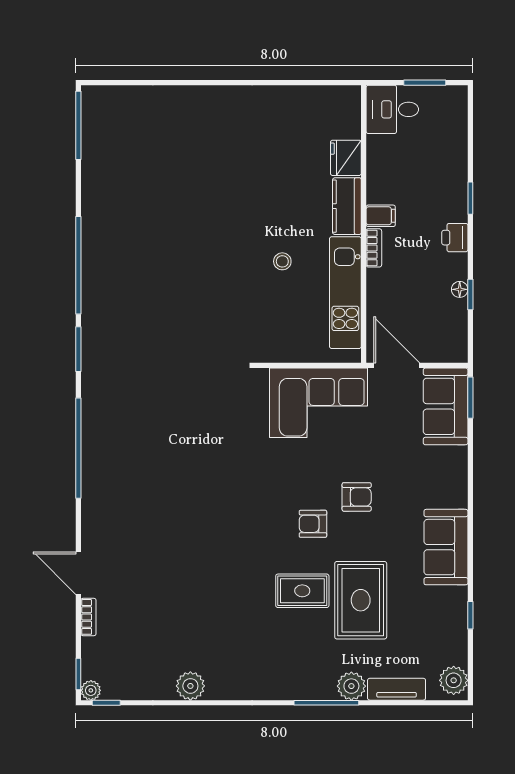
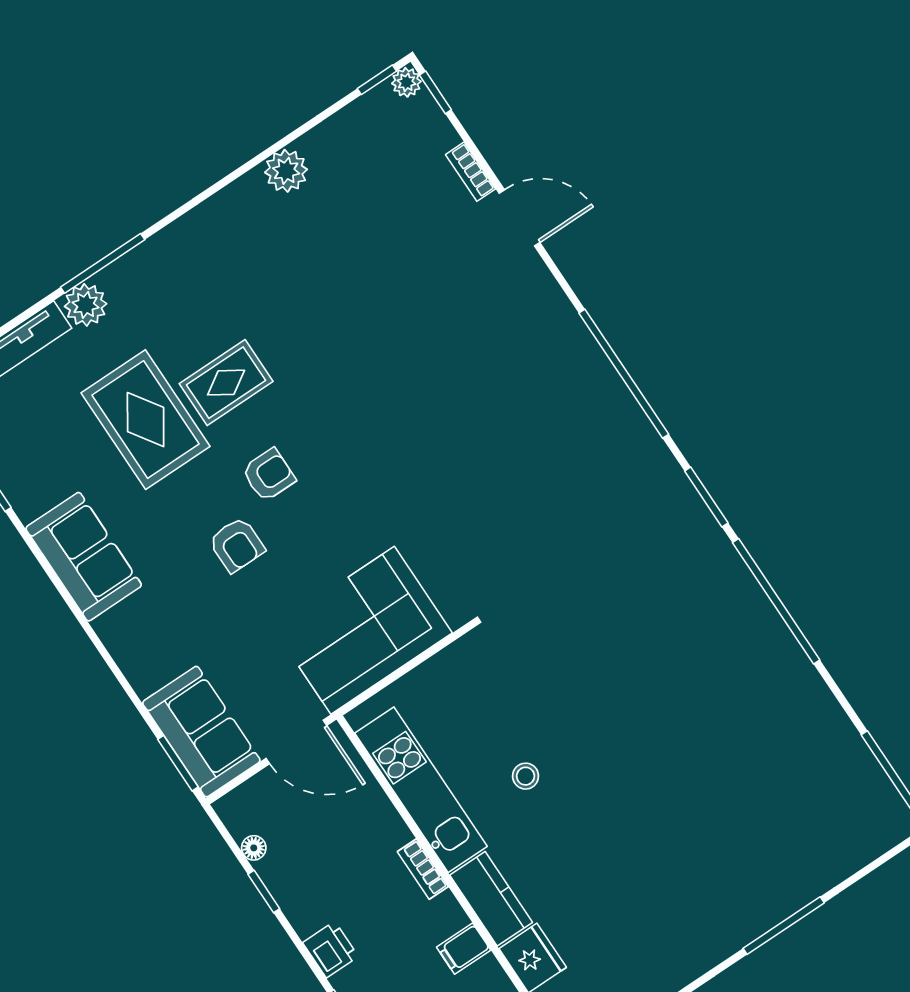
window: (195, 83) -> (784, 926), added
filing cabinet: (381, 216) -> (464, 949), moved
floor lamp: (460, 289) -> (254, 848), moved
armchair: (357, 497) -> (237, 545), turned -90

